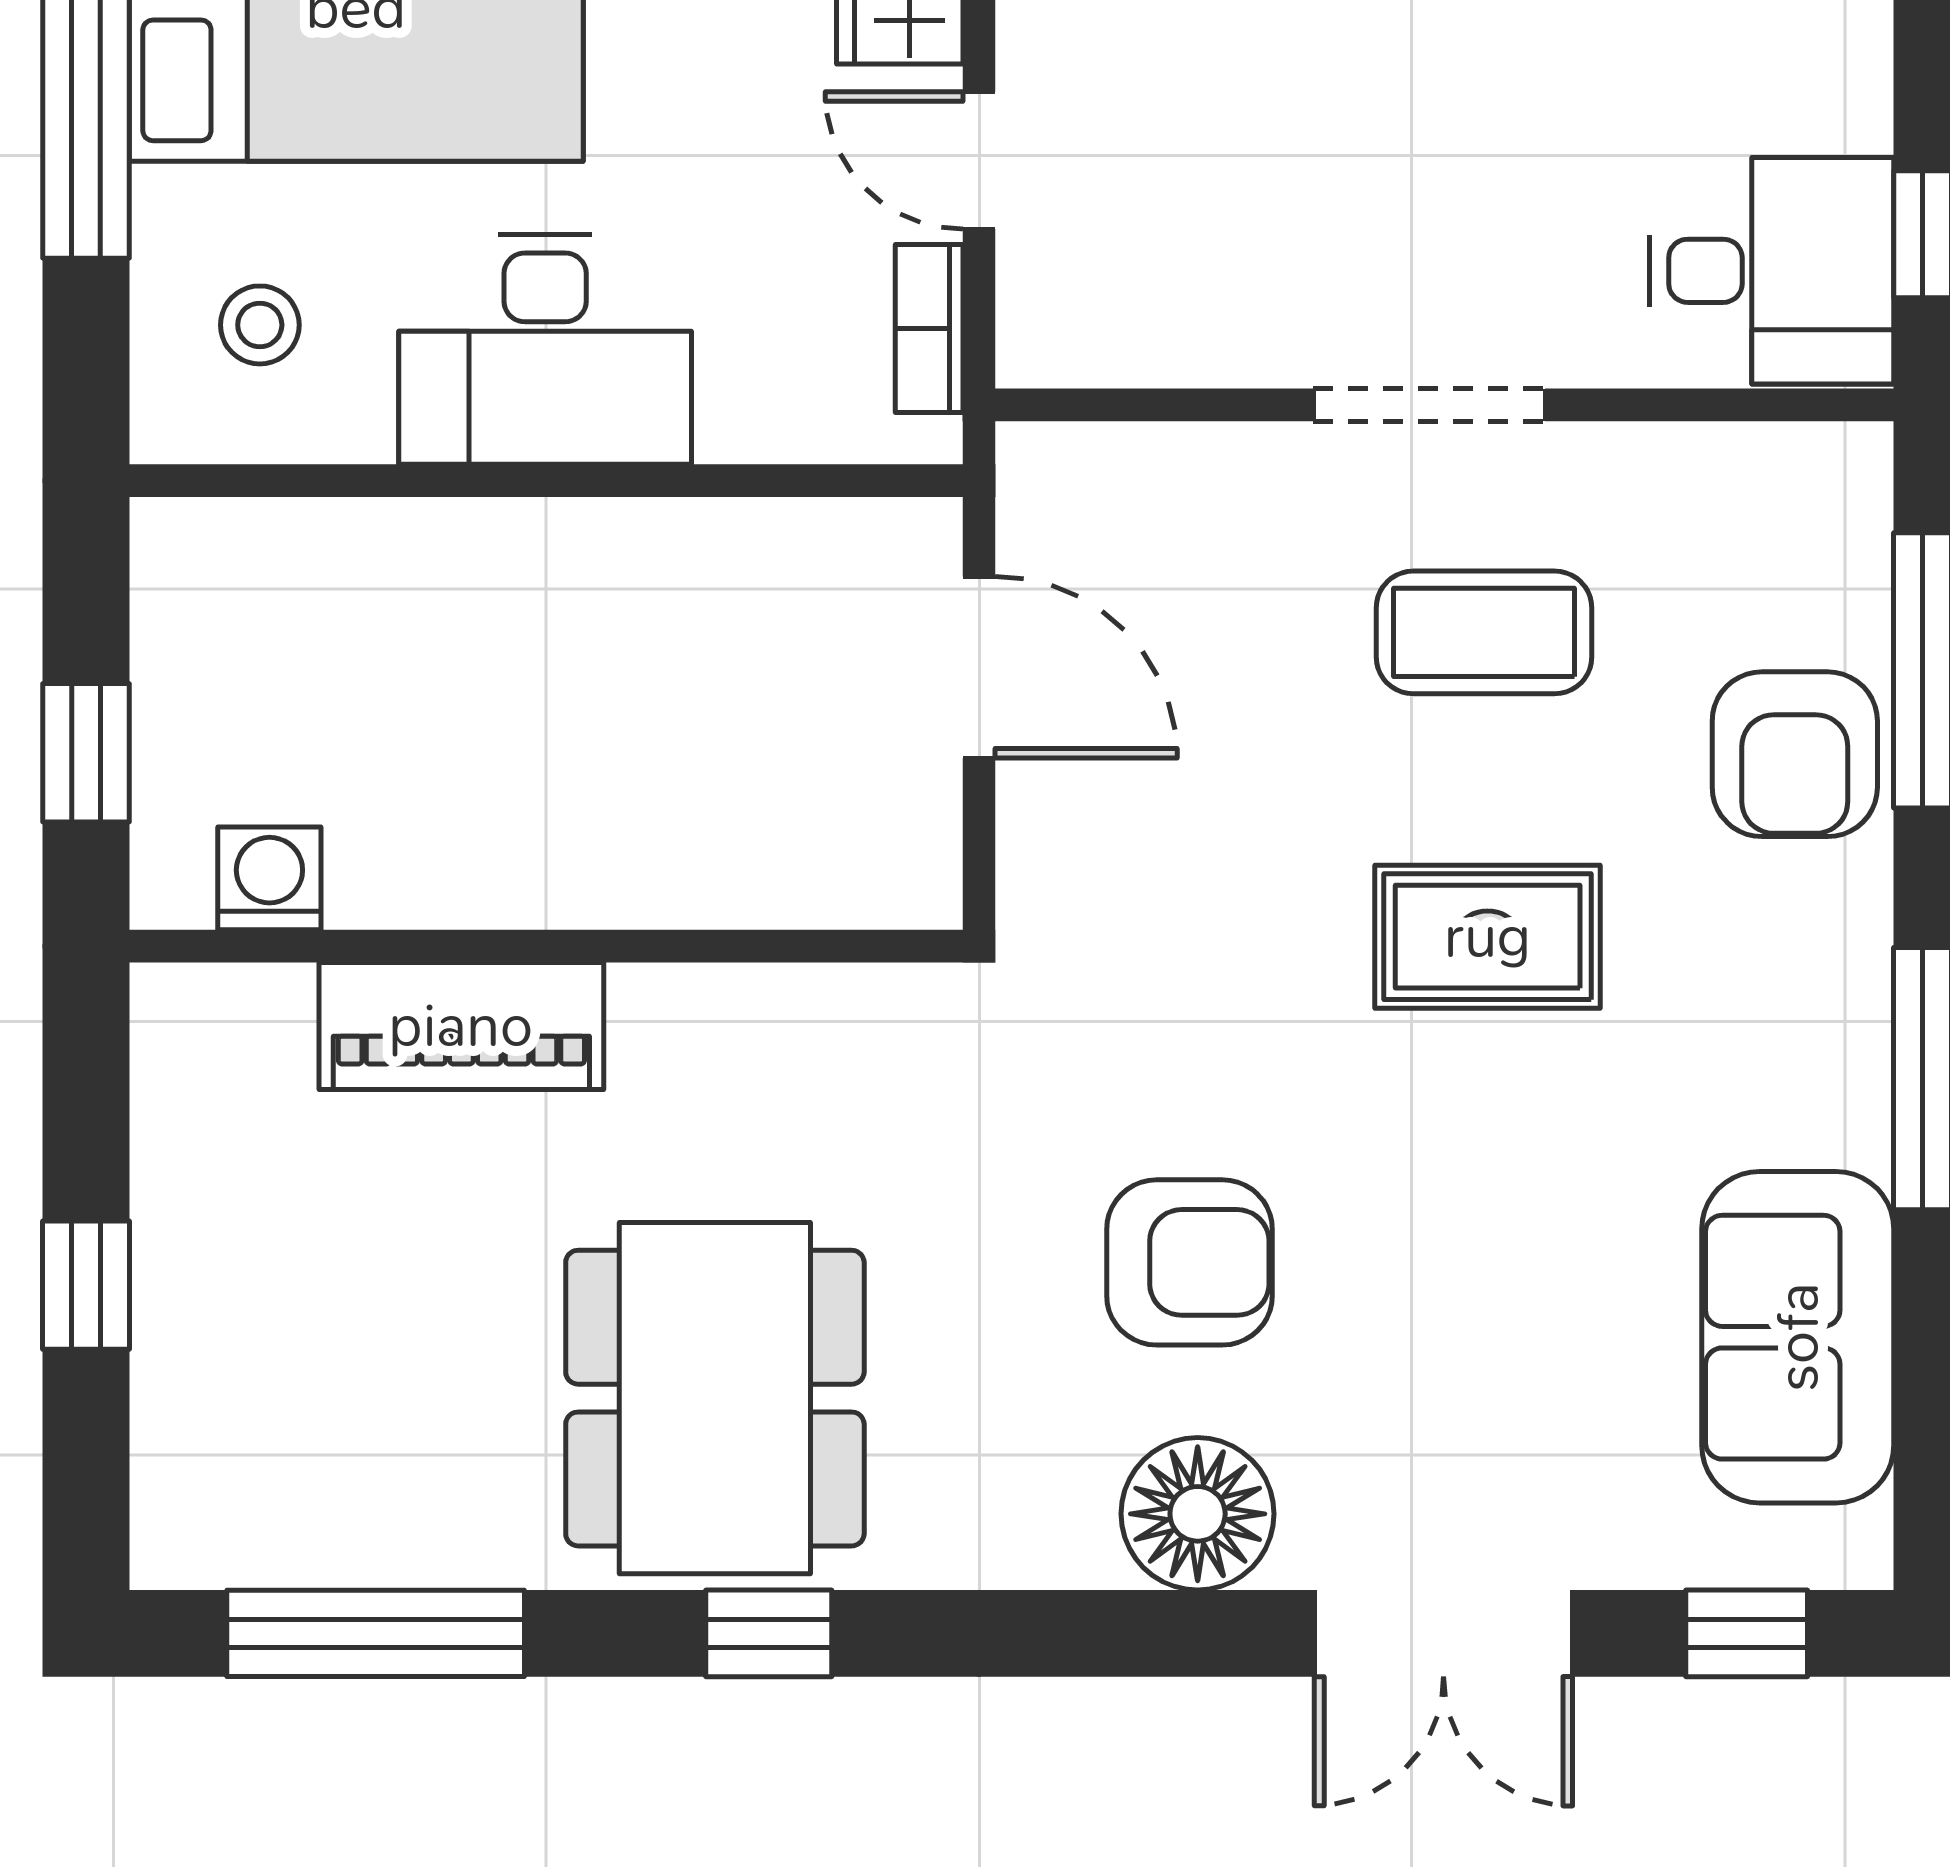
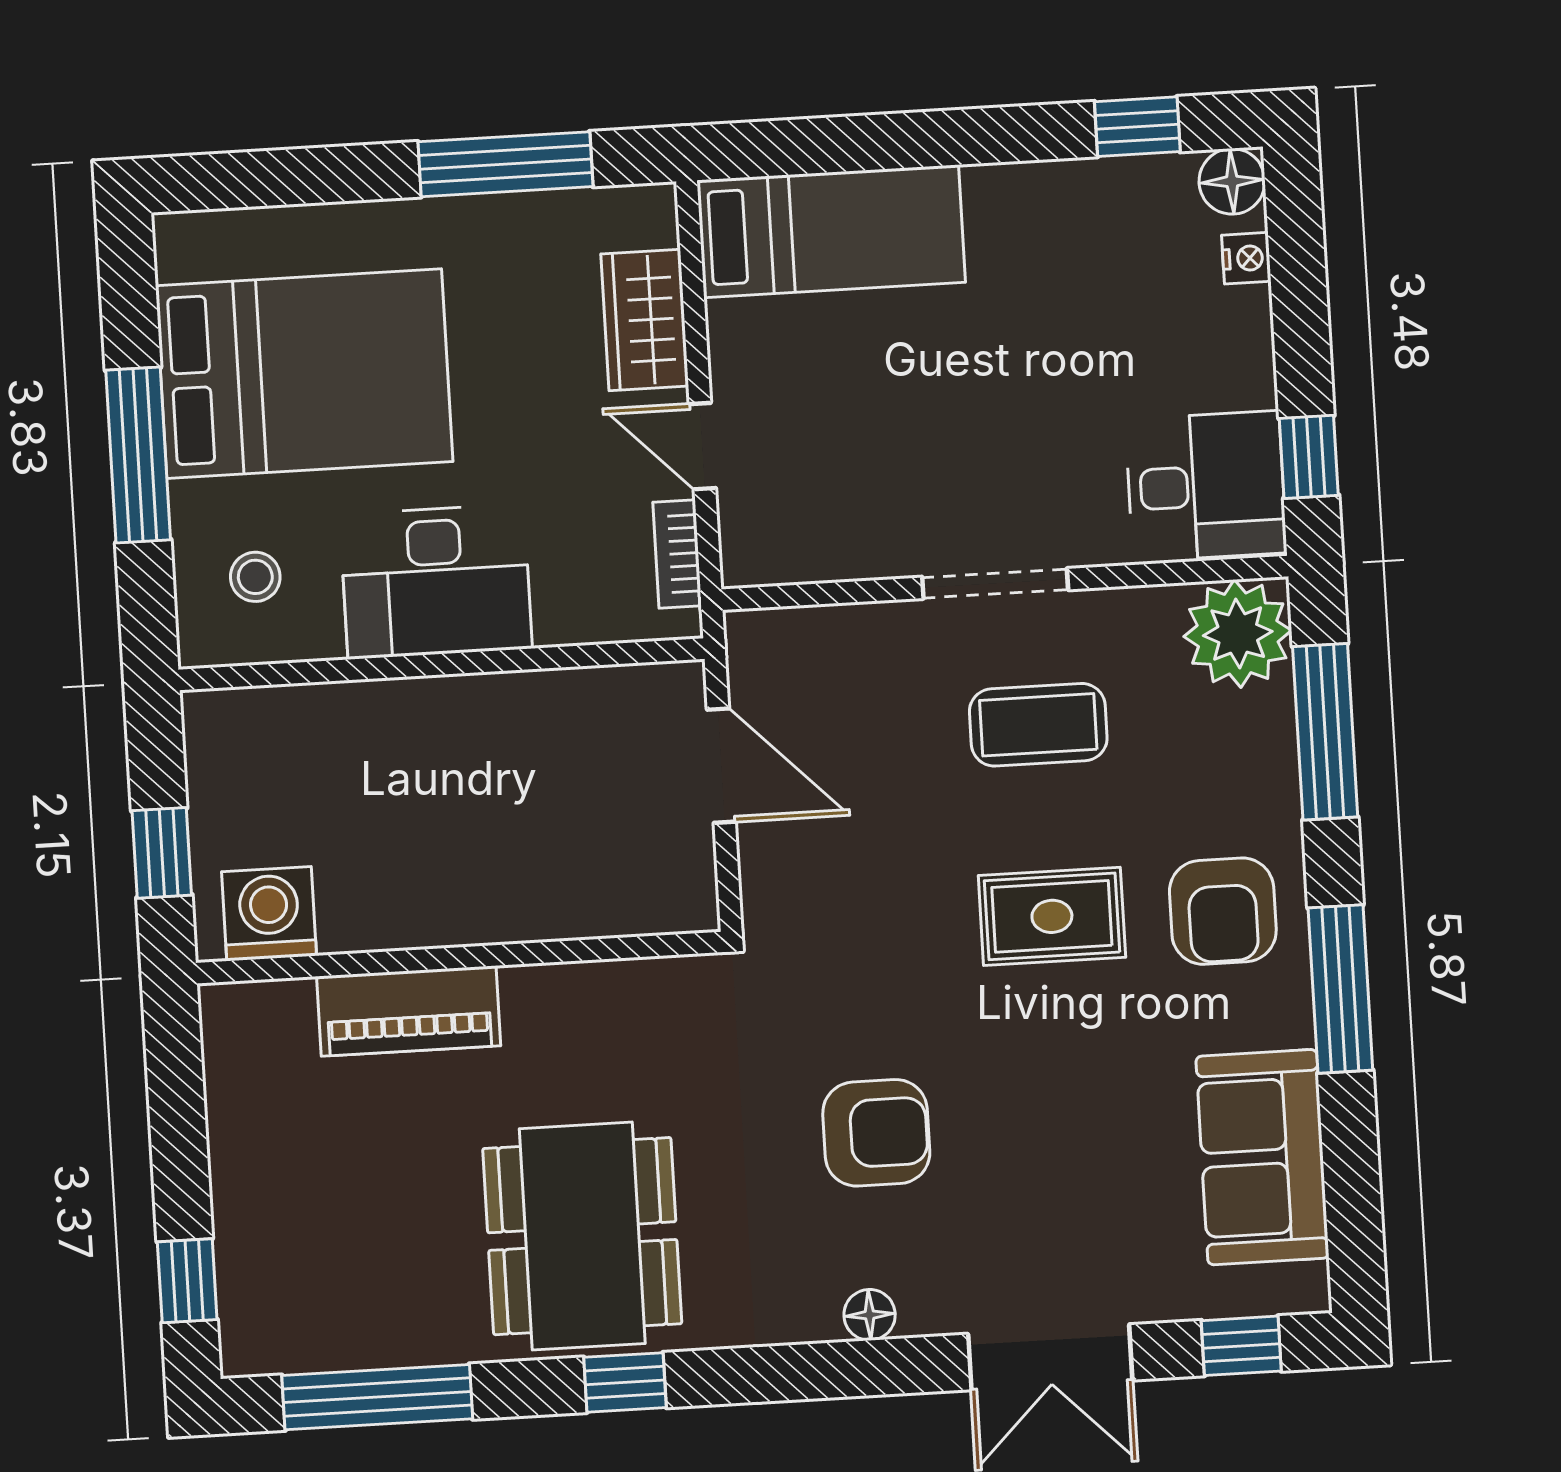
plant: (1808, 507) -> (1238, 634), added
armchair: (1795, 754) -> (1223, 911), moved
washing machine: (269, 878) -> (269, 914), width x1.38, depth x1.38
window: (86, 1285) -> (187, 1281), moved
floor lamp: (1198, 1514) -> (870, 1315), width x0.53, depth x0.53

